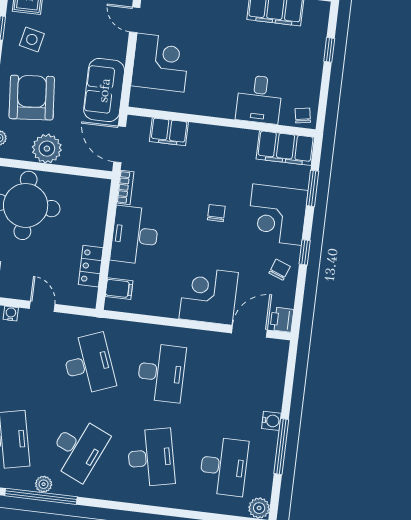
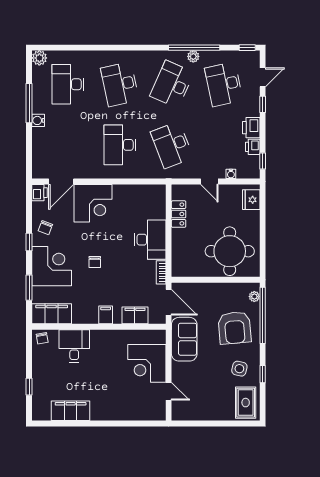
plant: (47, 149) -> (220, 293), removed
filing cabinet: (119, 289) -> (106, 315), moved, turned 90

